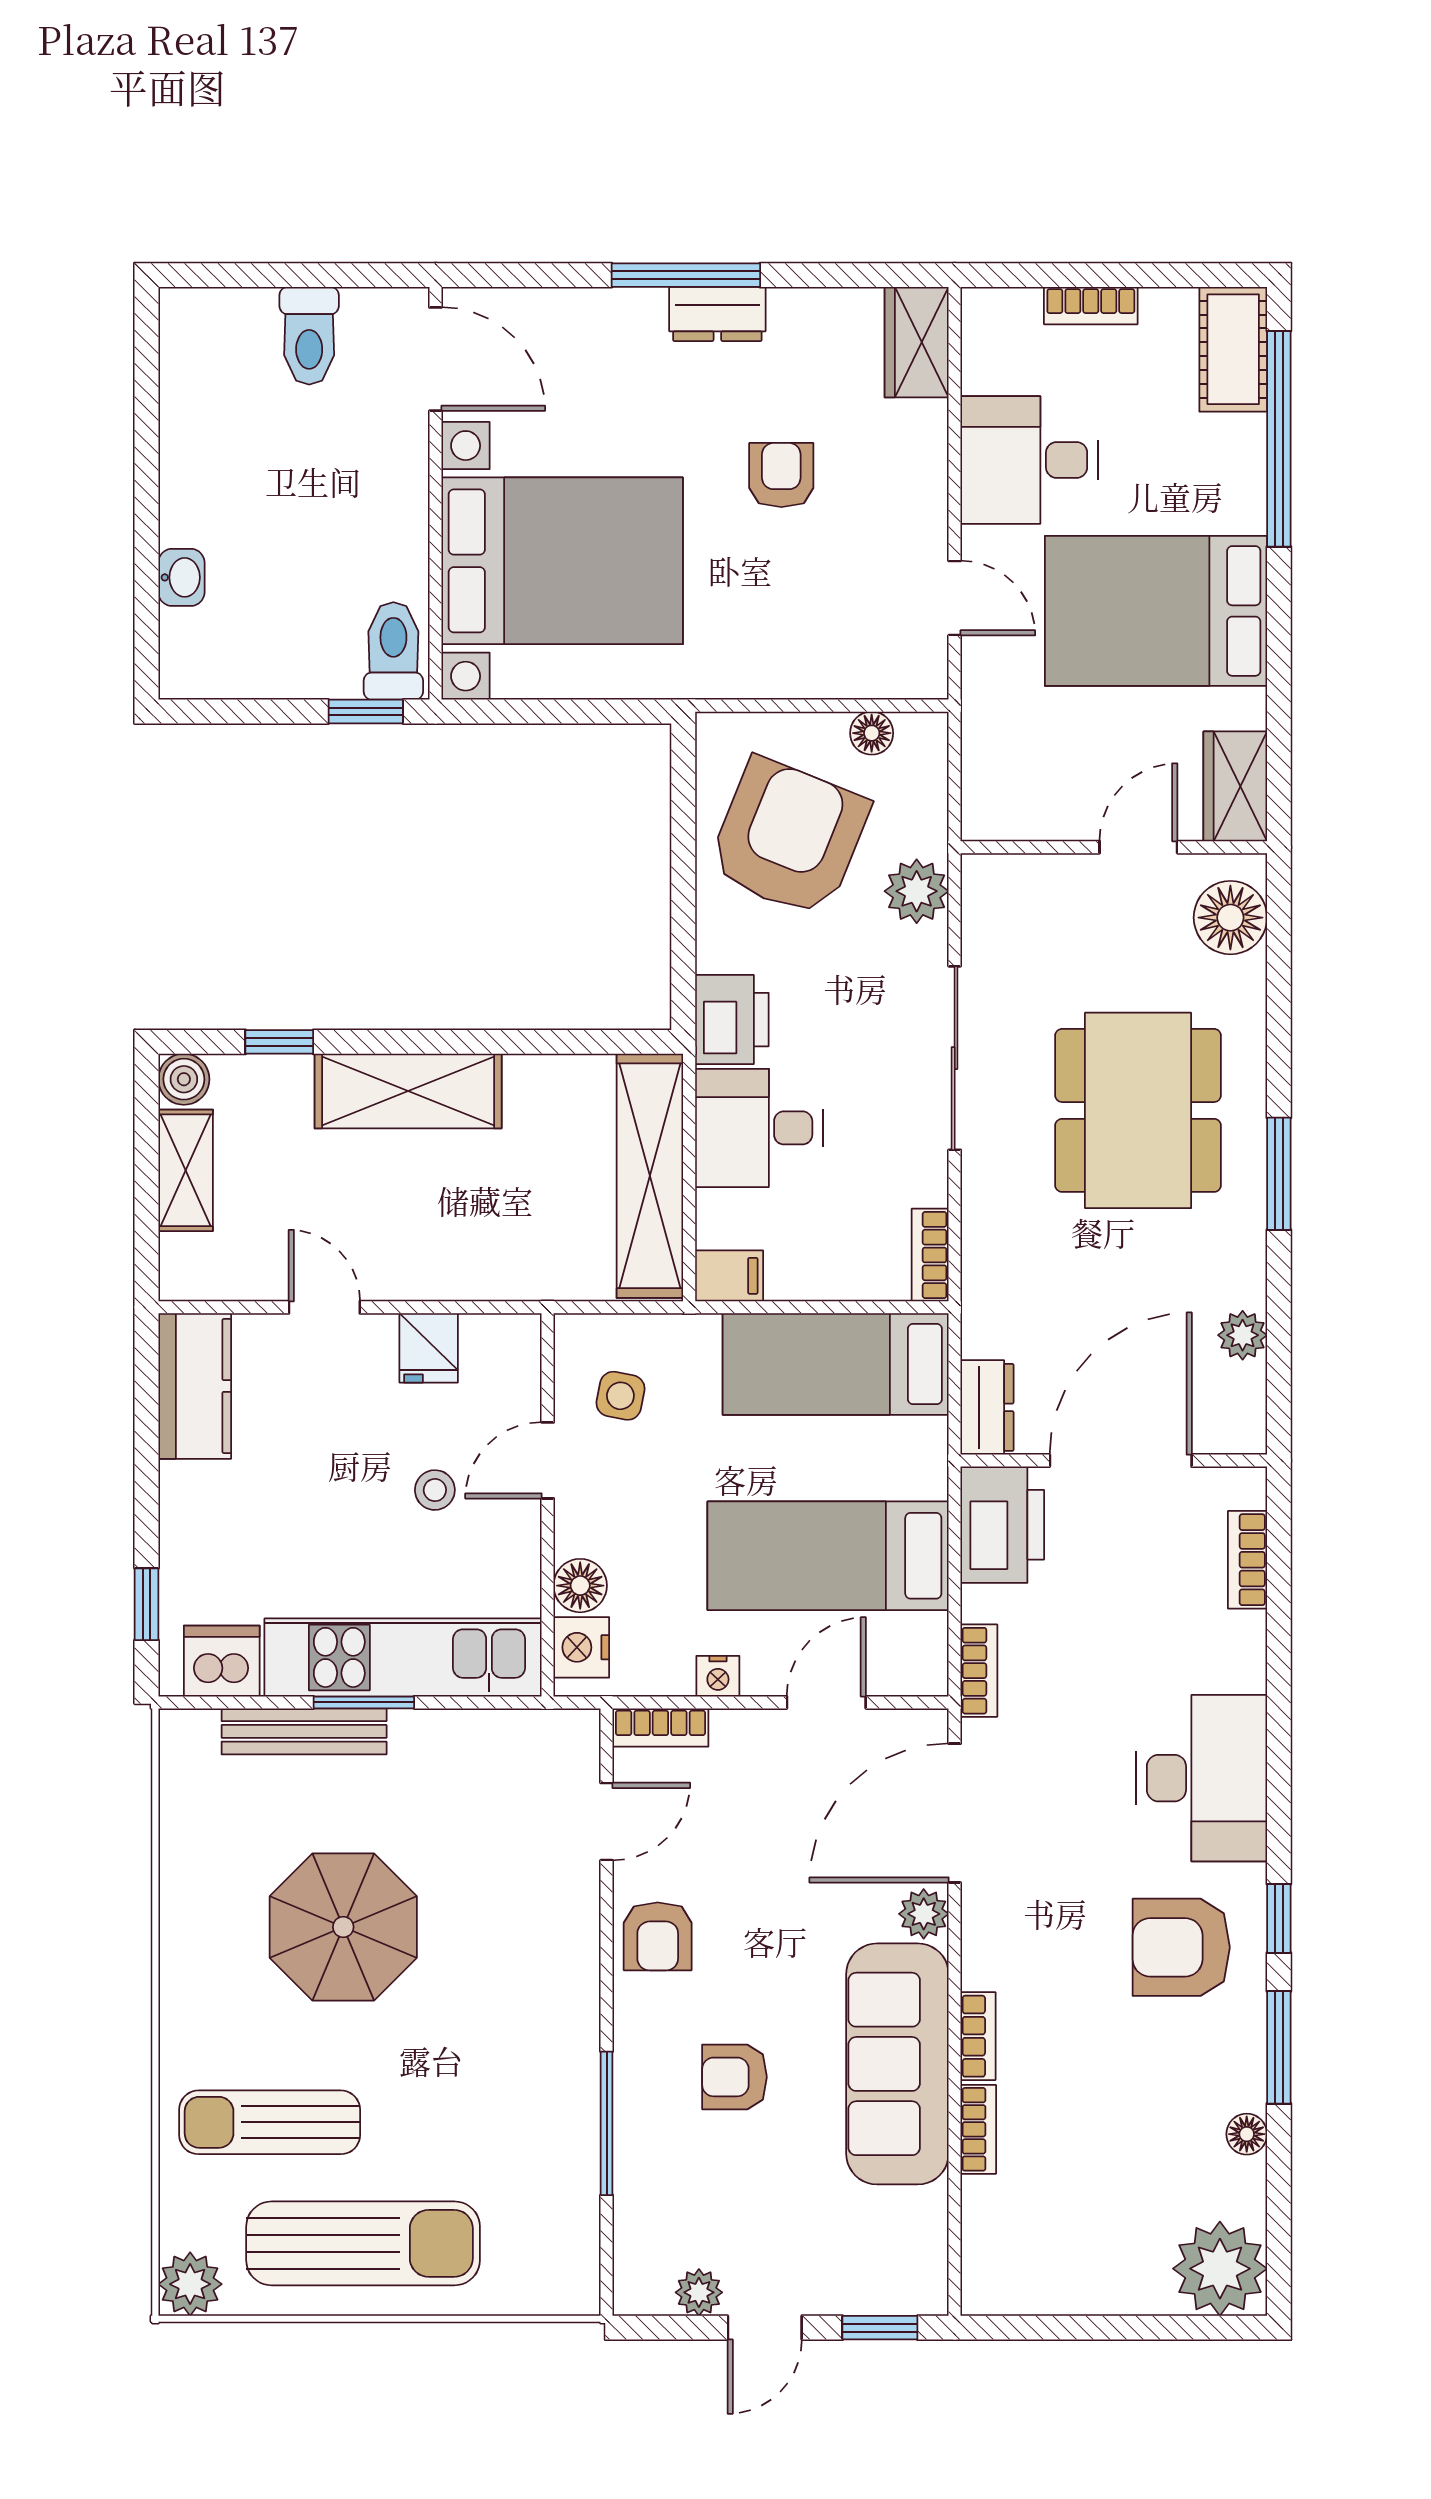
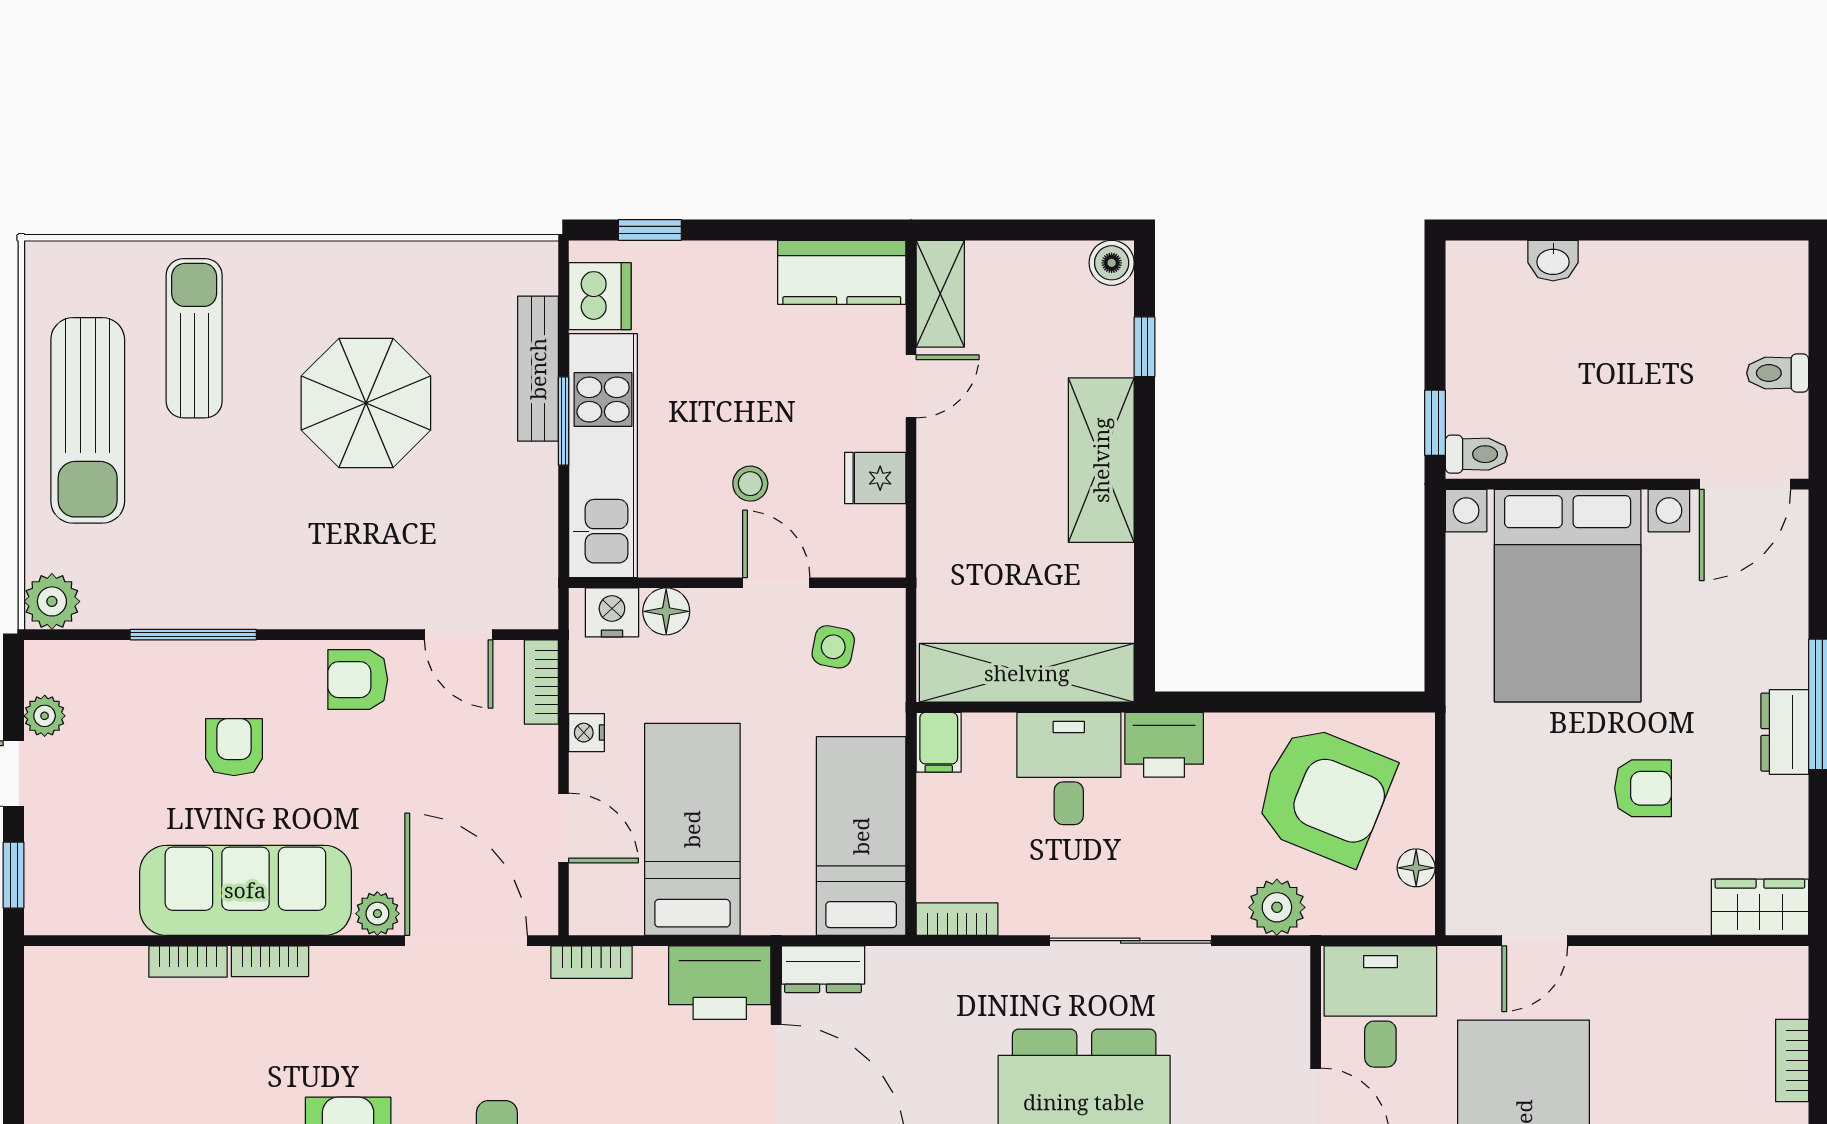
toilet: (309, 336) -> (1778, 373), width x0.73, depth x0.72
desk: (1029, 460) -> (1380, 1006), moved
toilet: (393, 651) -> (1476, 454), width x0.73, depth x0.72
shelving: (186, 1170) -> (940, 294), moved, turned 90
plant: (190, 2284) -> (52, 601), moved

